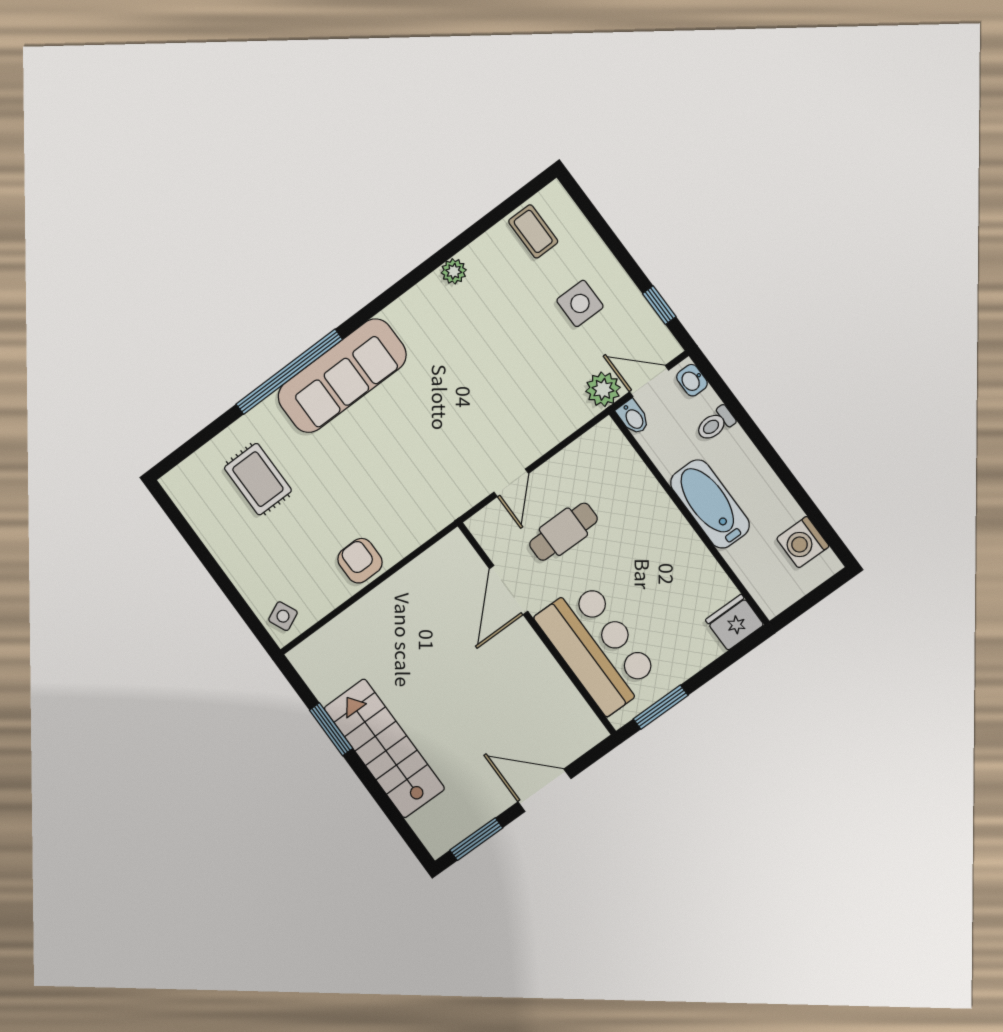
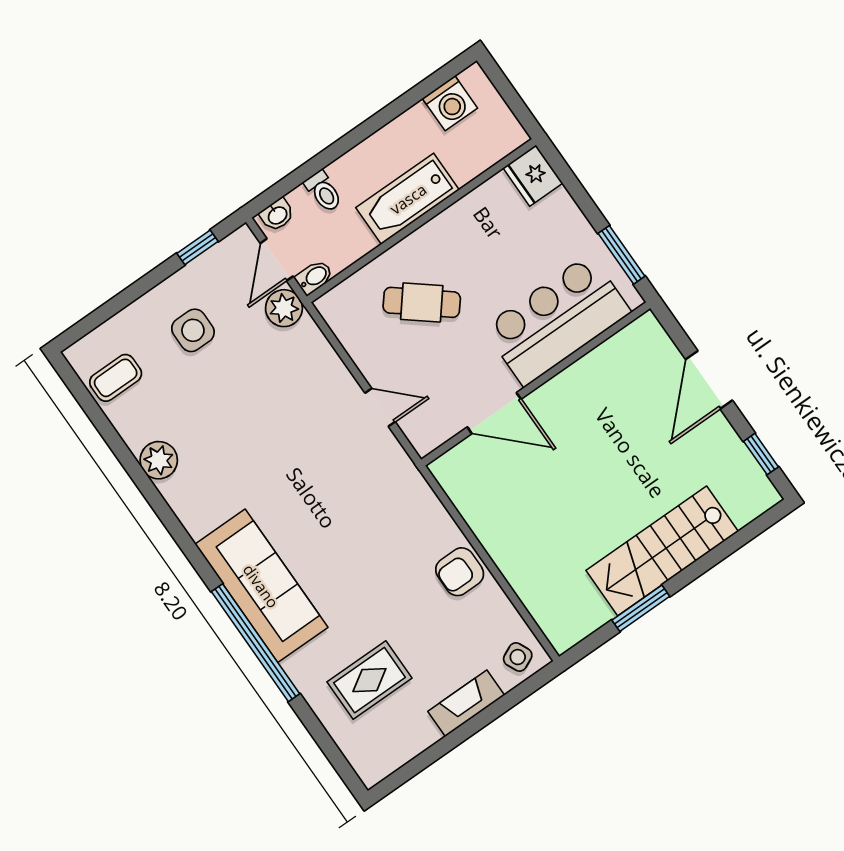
plant: (454, 271) -> (159, 460), width x1.38, depth x1.38
cafe table: (563, 532) -> (422, 302), moved, turned -51
fireplace: (239, 569) -> (466, 703), added
window: (476, 839) -> (761, 454), width x0.67

